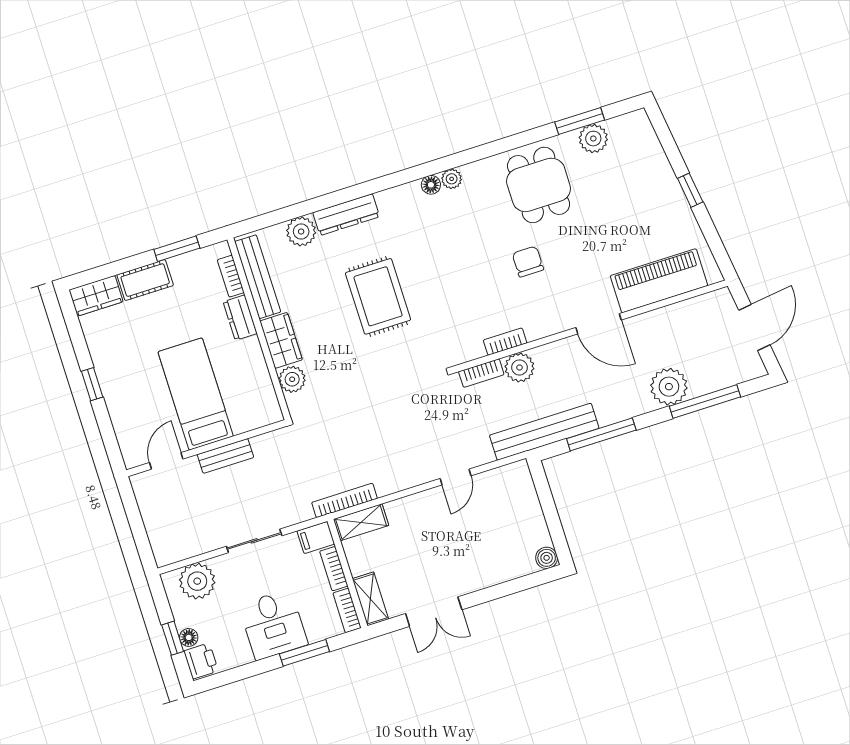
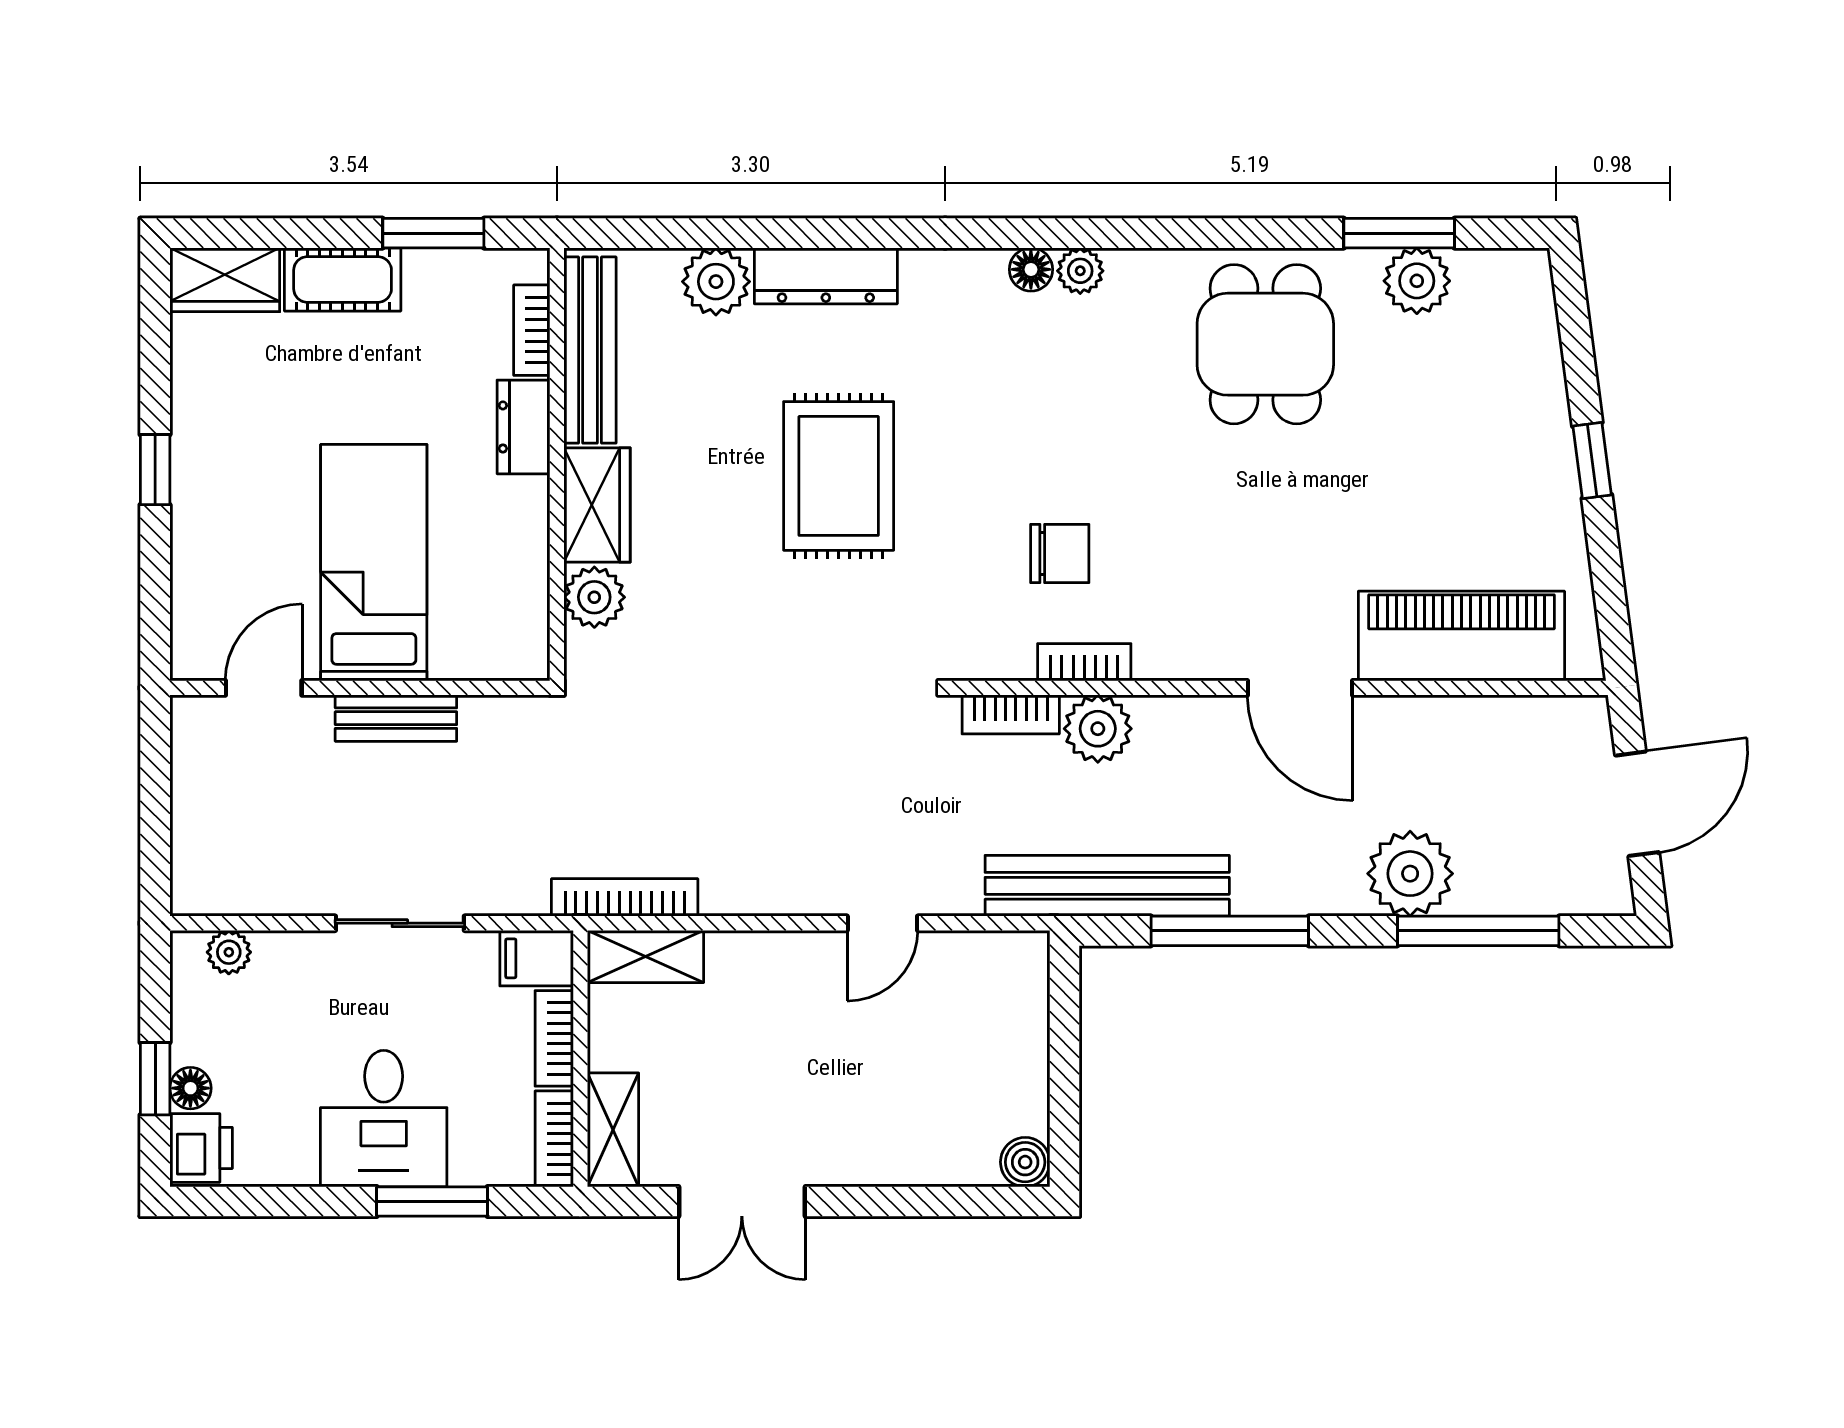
chair: (528, 262) -> (1060, 553), moved, turned 90
plant: (197, 581) -> (229, 952), width x0.53, depth x0.53

